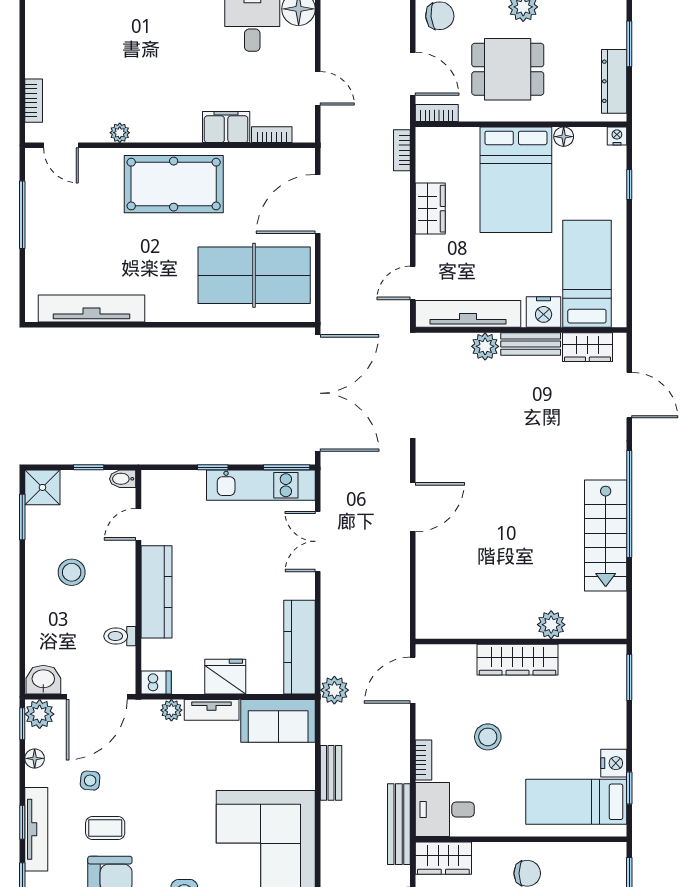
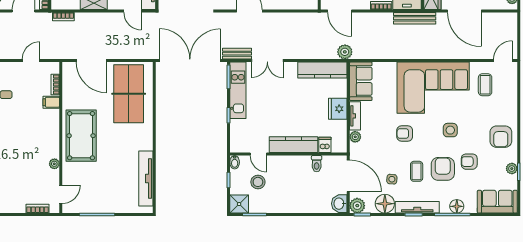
filing cabinet: (226, 127) -> (51, 102), width x0.50
stool: (72, 572) -> (258, 182), moved
dishwasher: (156, 683) -> (325, 145), moved
floor lamp: (35, 758) -> (385, 204), width x1.89, depth x1.89
bench: (331, 773) -> (237, 54), moved
armchair: (178, 805) -> (405, 134), added

